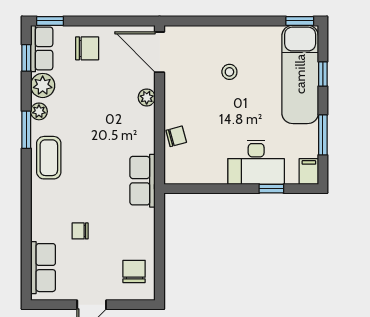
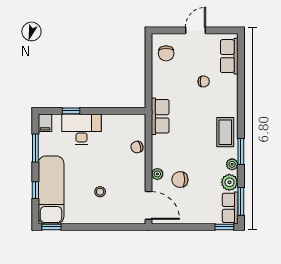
chair: (87, 48) -> (180, 180), moved
window: (26, 58) -> (241, 201), width x1.50

